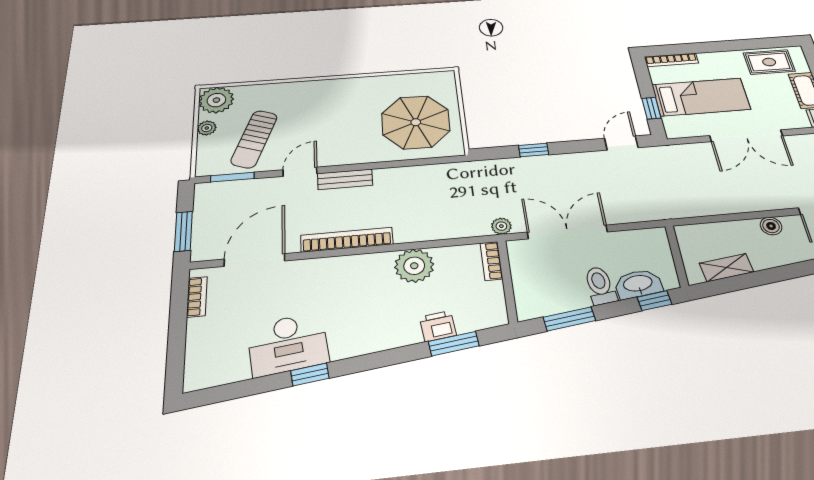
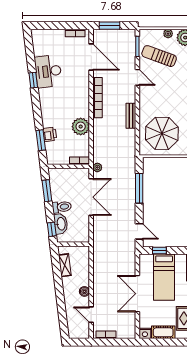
window: (534, 150) -> (139, 188), width x2.17
bench: (345, 179) -> (131, 116), moved

